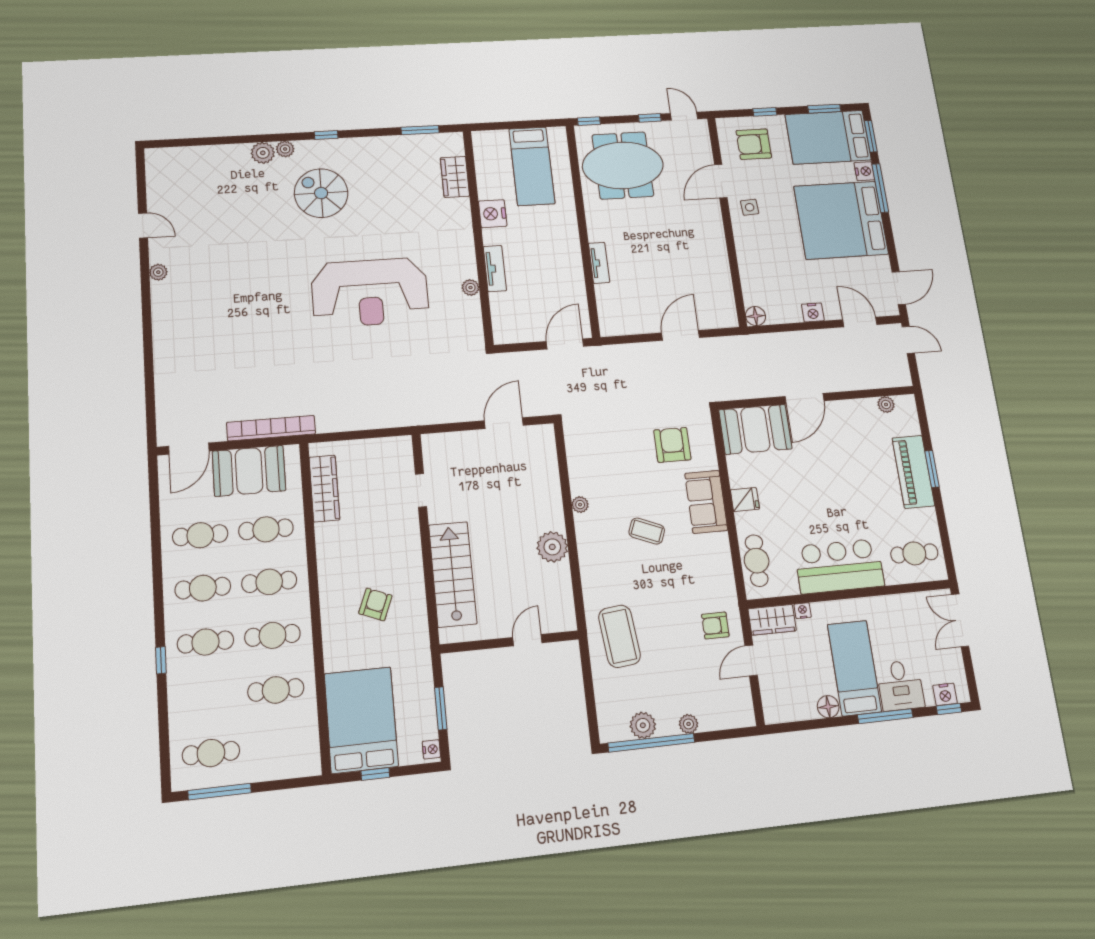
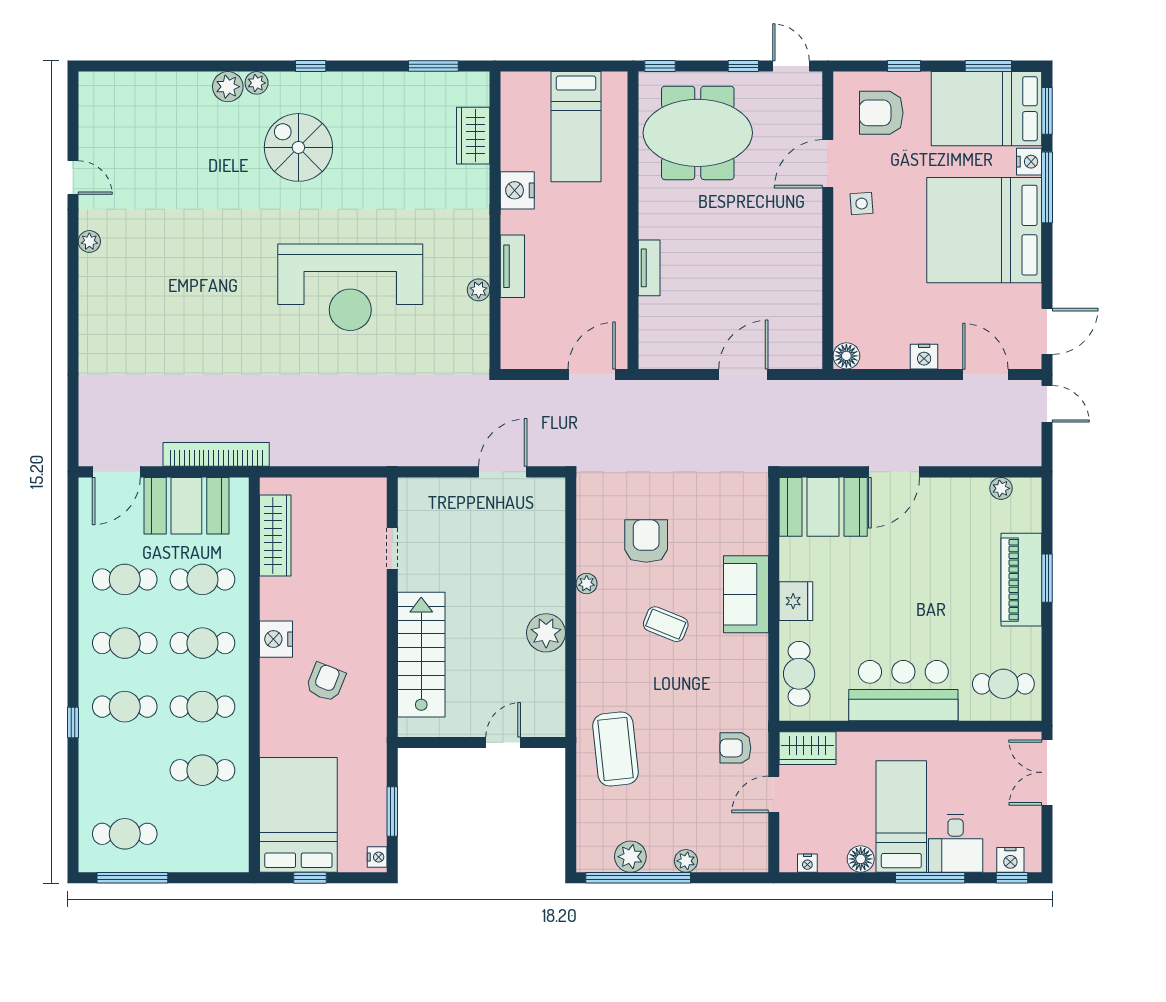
armchair: (672, 445) -> (646, 541), moved
fridge: (745, 499) -> (796, 601), width x1.38
nightstand: (331, 573) -> (276, 639), added
nightstand: (803, 611) -> (807, 863), moved, turned 180

